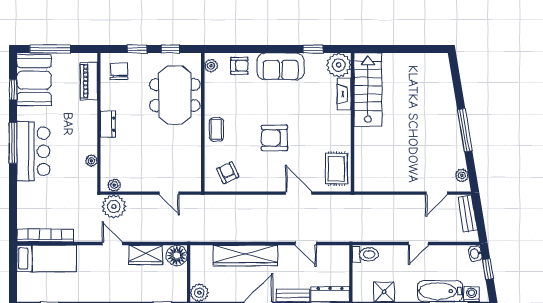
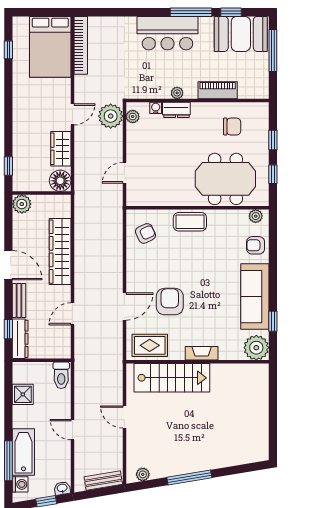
armchair: (239, 66) -> (256, 245), turned 90
sofa: (281, 66) -> (255, 297), width x1.36
chair: (119, 71) -> (232, 127), moved
piano: (89, 81) -> (218, 90), moved
stairs: (368, 90) -> (172, 378), moved
fireplace: (344, 94) -> (202, 353), moved
dresser: (108, 124) -> (176, 110), moved
coffee table: (216, 130) -> (190, 222), width x1.36, depth x1.30
armchair: (274, 138) -> (170, 302), moved
window: (13, 143) -> (191, 12), moved
plant: (91, 161) -> (177, 93), moved
water cooler: (106, 163) -> (156, 108), added
door: (437, 193) -> (124, 417), moved
bed: (47, 258) -> (50, 47), width x1.50

